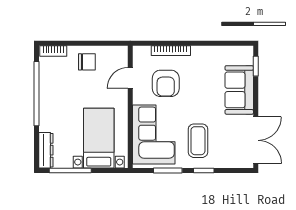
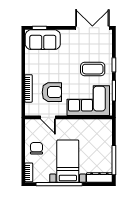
sofa: (239, 90) -> (43, 40), moved
bed with nightstands: (99, 138) -> (68, 161), moved, turned 90

